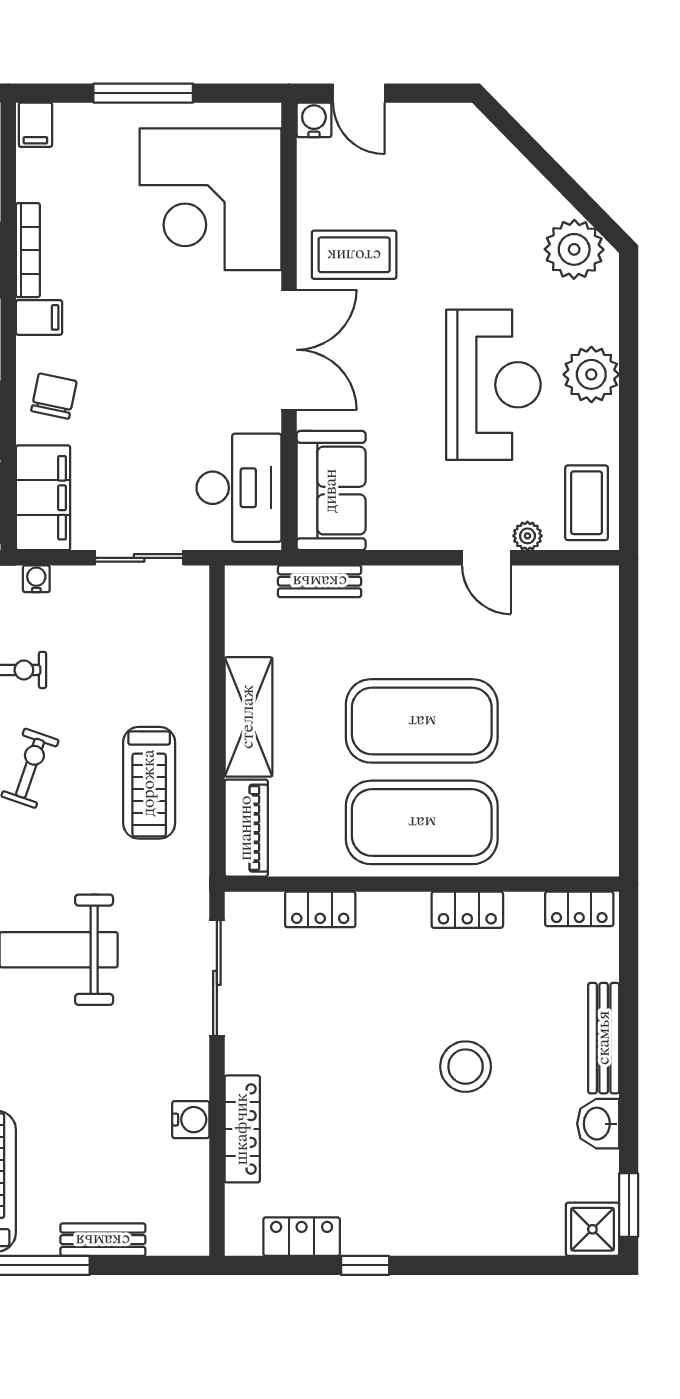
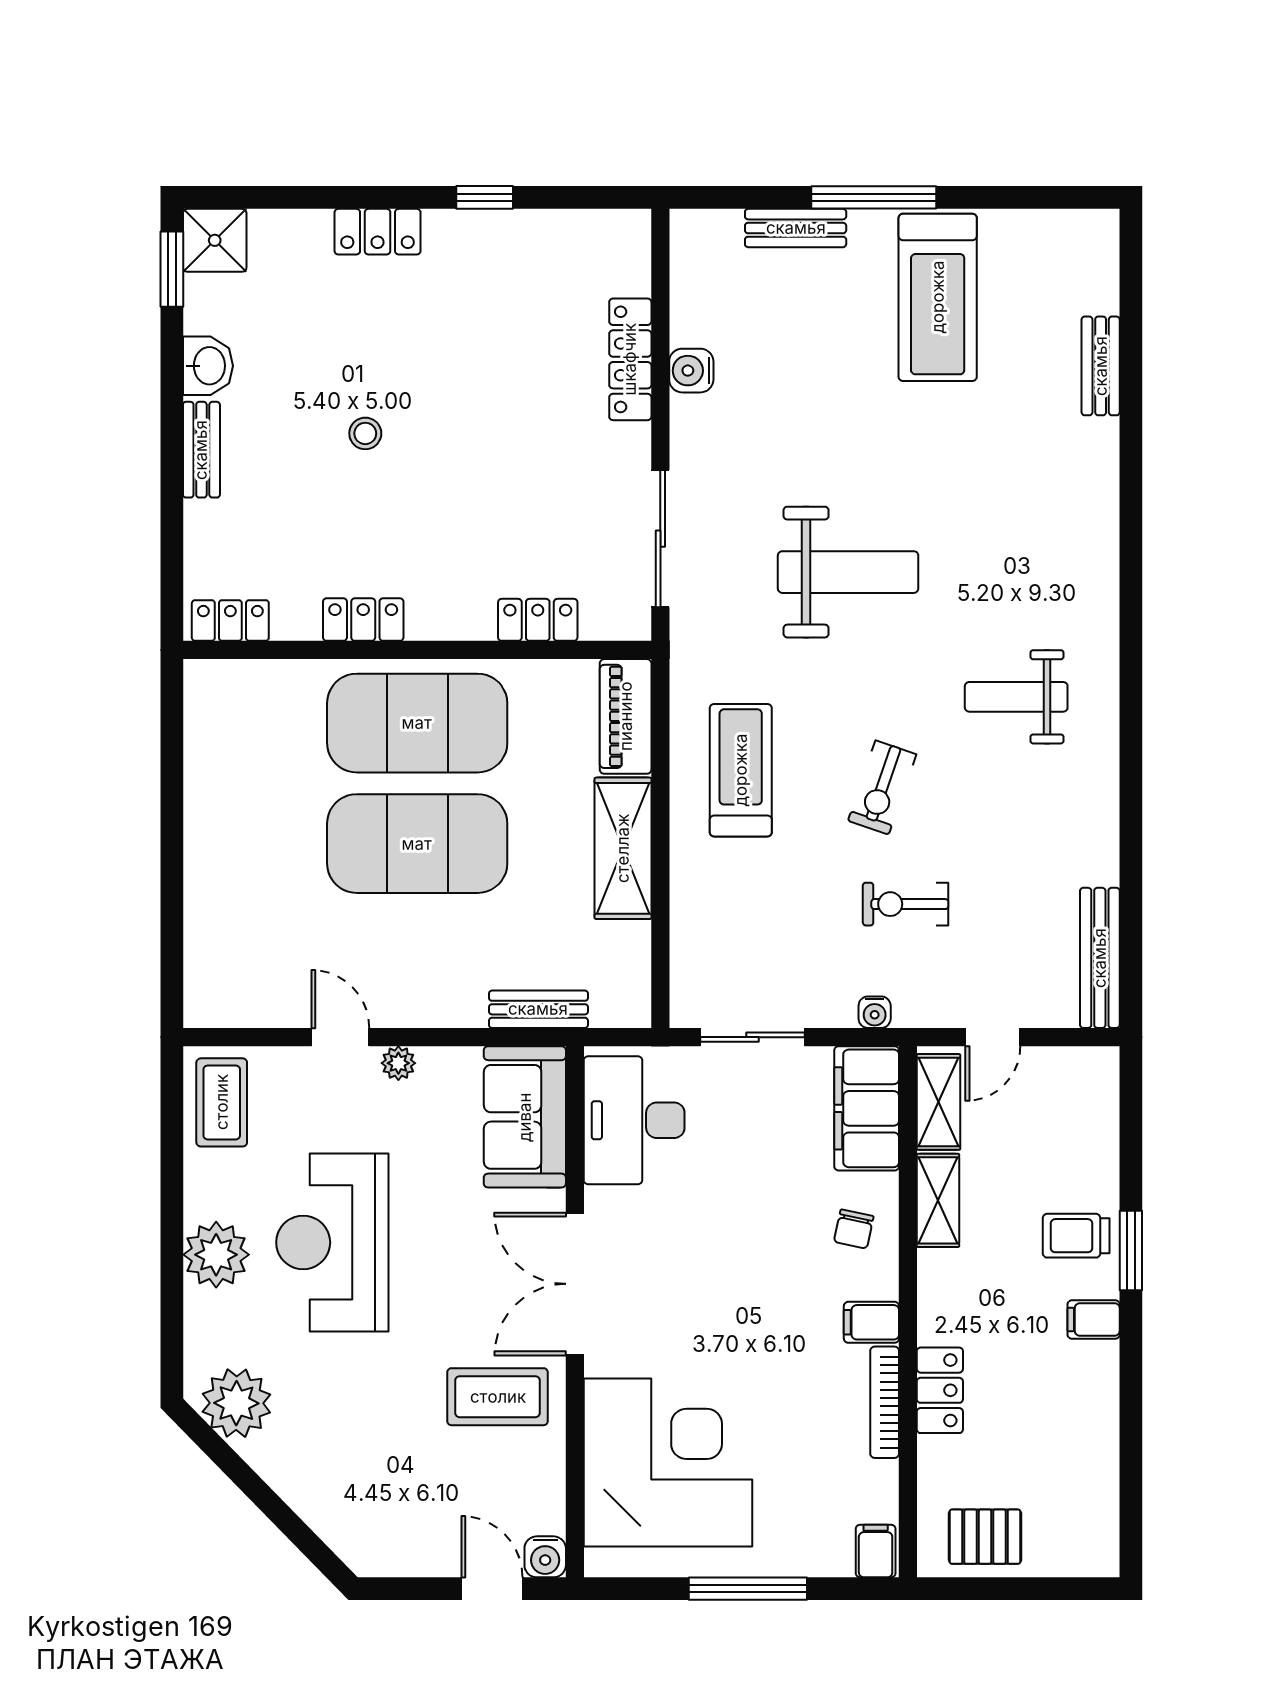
chair: (54, 396) -> (854, 1229), width x0.73, depth x0.73
plant: (527, 536) -> (398, 1063), moved
bench: (604, 1038) -> (201, 450), width x0.73
stool: (466, 1067) -> (365, 433), width x0.53, depth x0.53
locker: (302, 1237) -> (378, 232), moved

